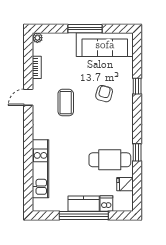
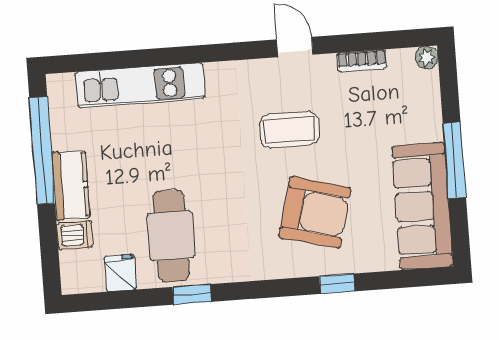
armchair: (104, 94) -> (315, 212), width x1.88, depth x1.88
window: (84, 216) -> (42, 150), moved

